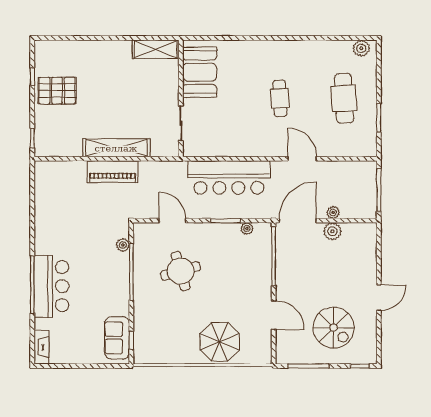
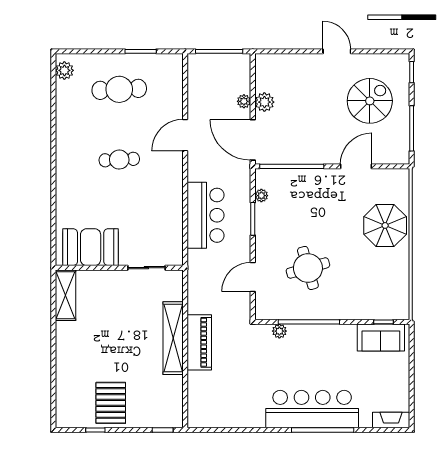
bar counter: (229, 177) -> (206, 215), width x0.73
bar counter: (51, 286) -> (312, 409), width x1.36

